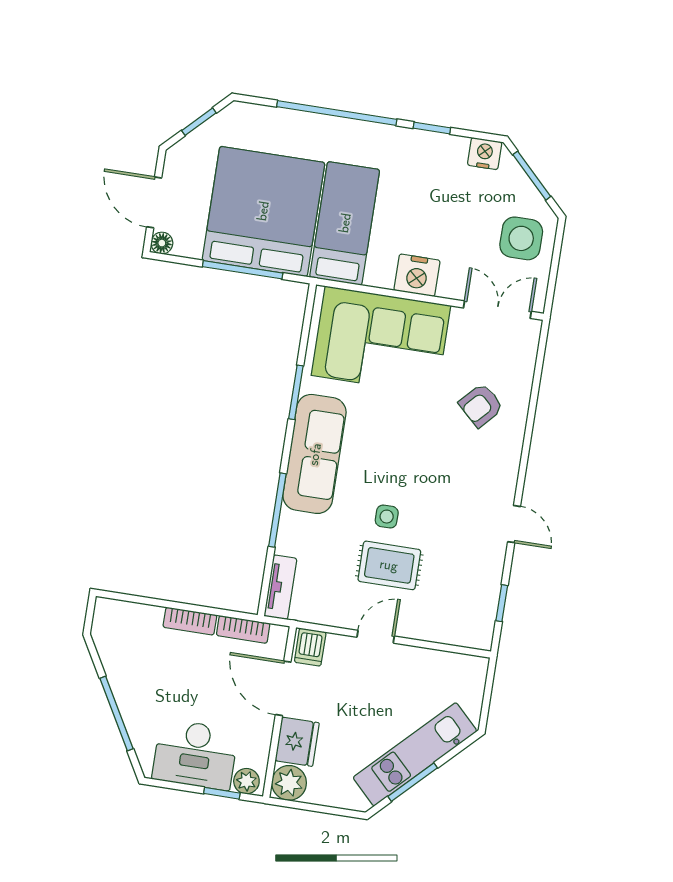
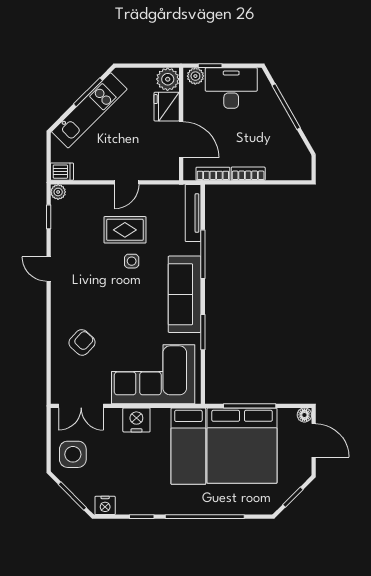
tv unit: (280, 587) -> (193, 213), width x1.41
plant: (481, 638) -> (58, 192), added
dishwasher: (310, 647) -> (62, 172), moved, turned 90

